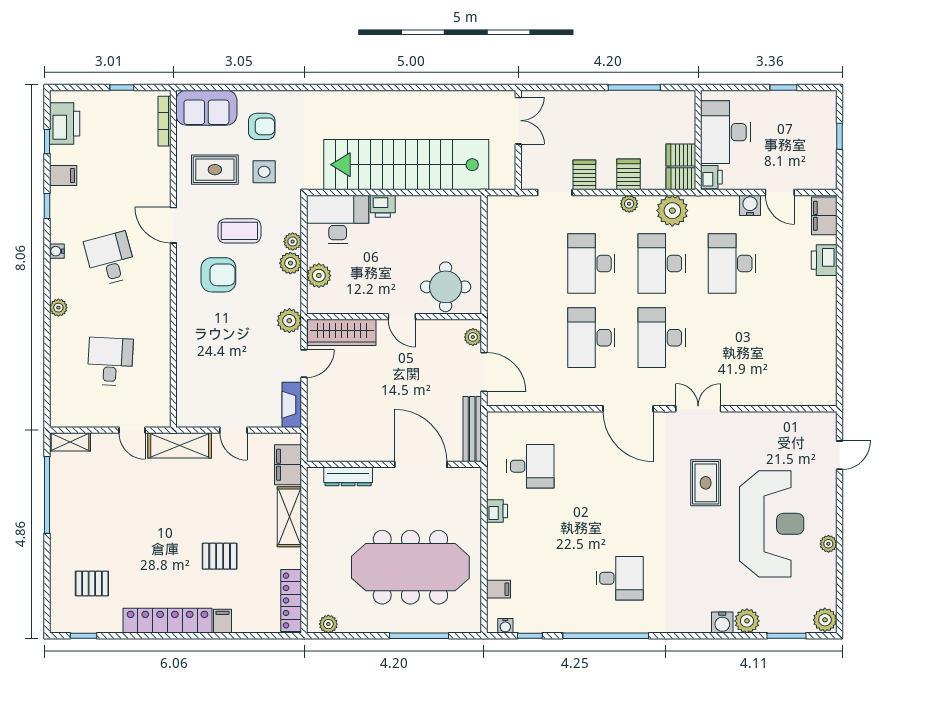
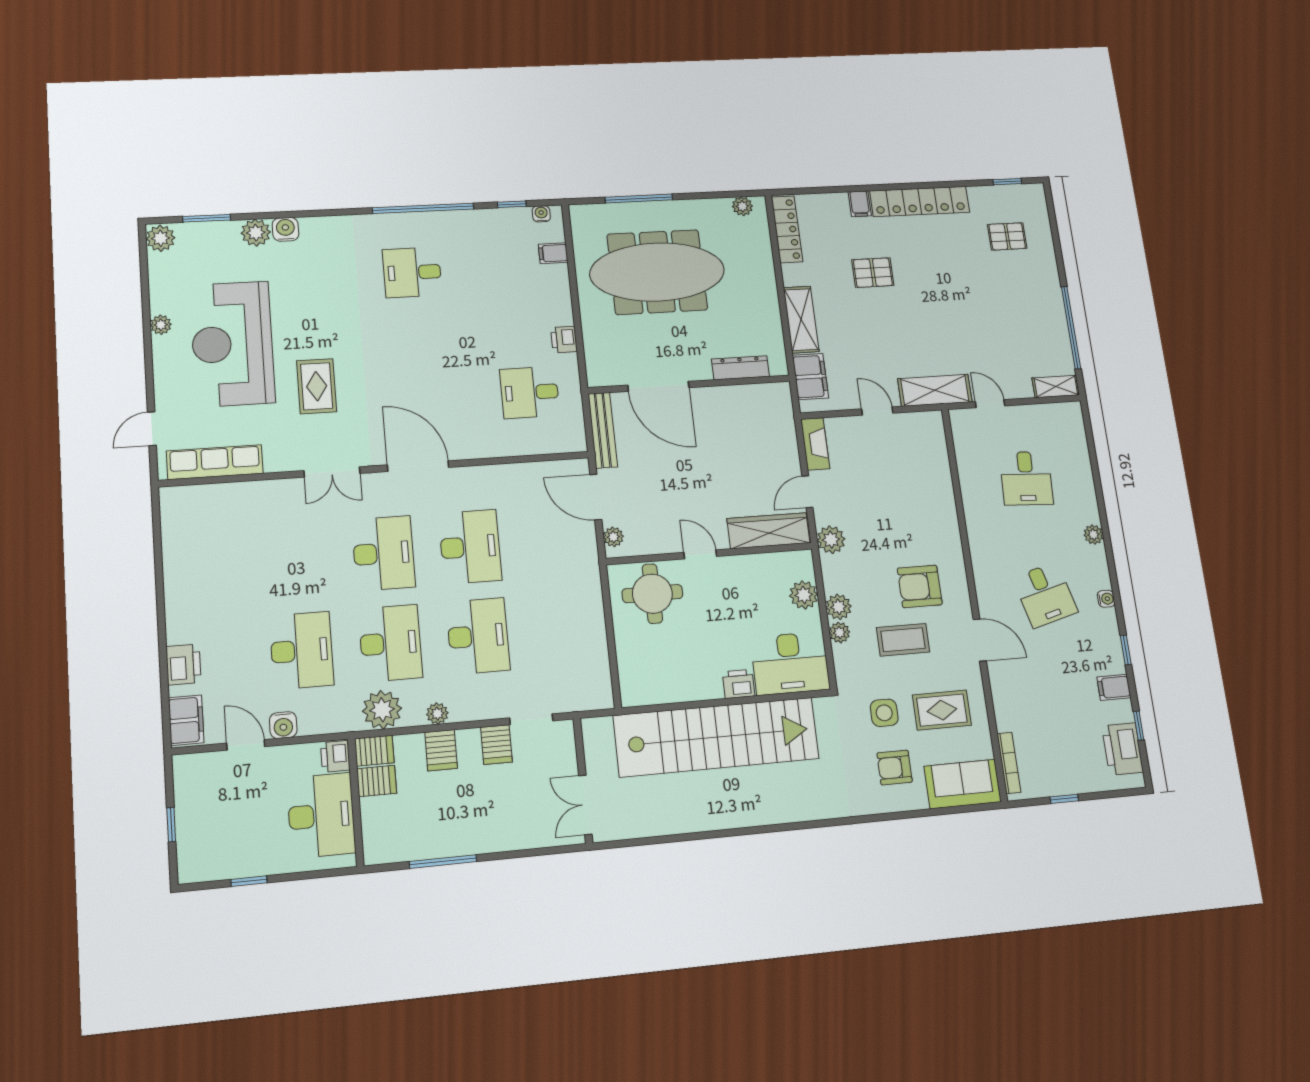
row of seats: (791, 424) -> (215, 462), added

